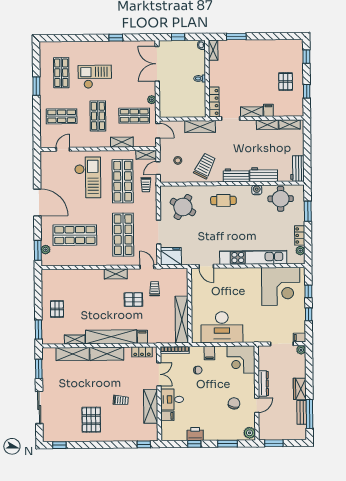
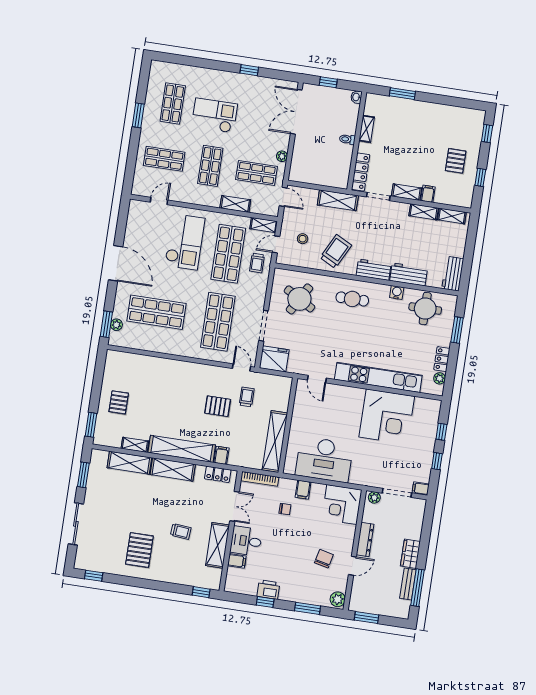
shelving: (213, 50) -> (367, 129), moved
shelving: (116, 274) -> (200, 370), removed
corner desk: (281, 286) -> (387, 417), moved
plant: (301, 350) -> (374, 497), moved

